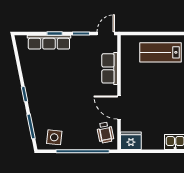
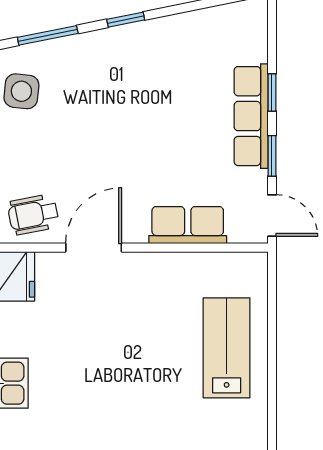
row of seats: (49, 42) -> (251, 116), moved

